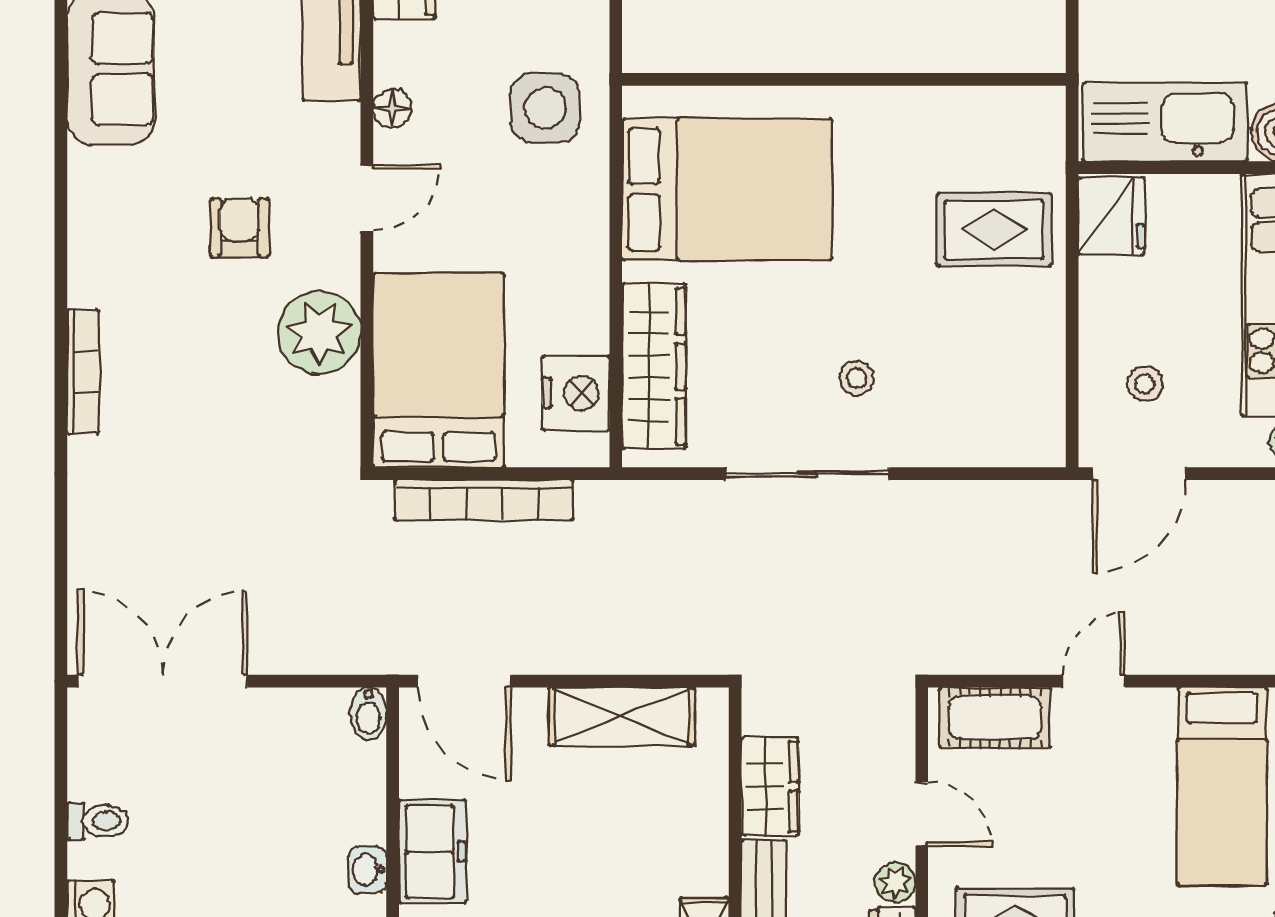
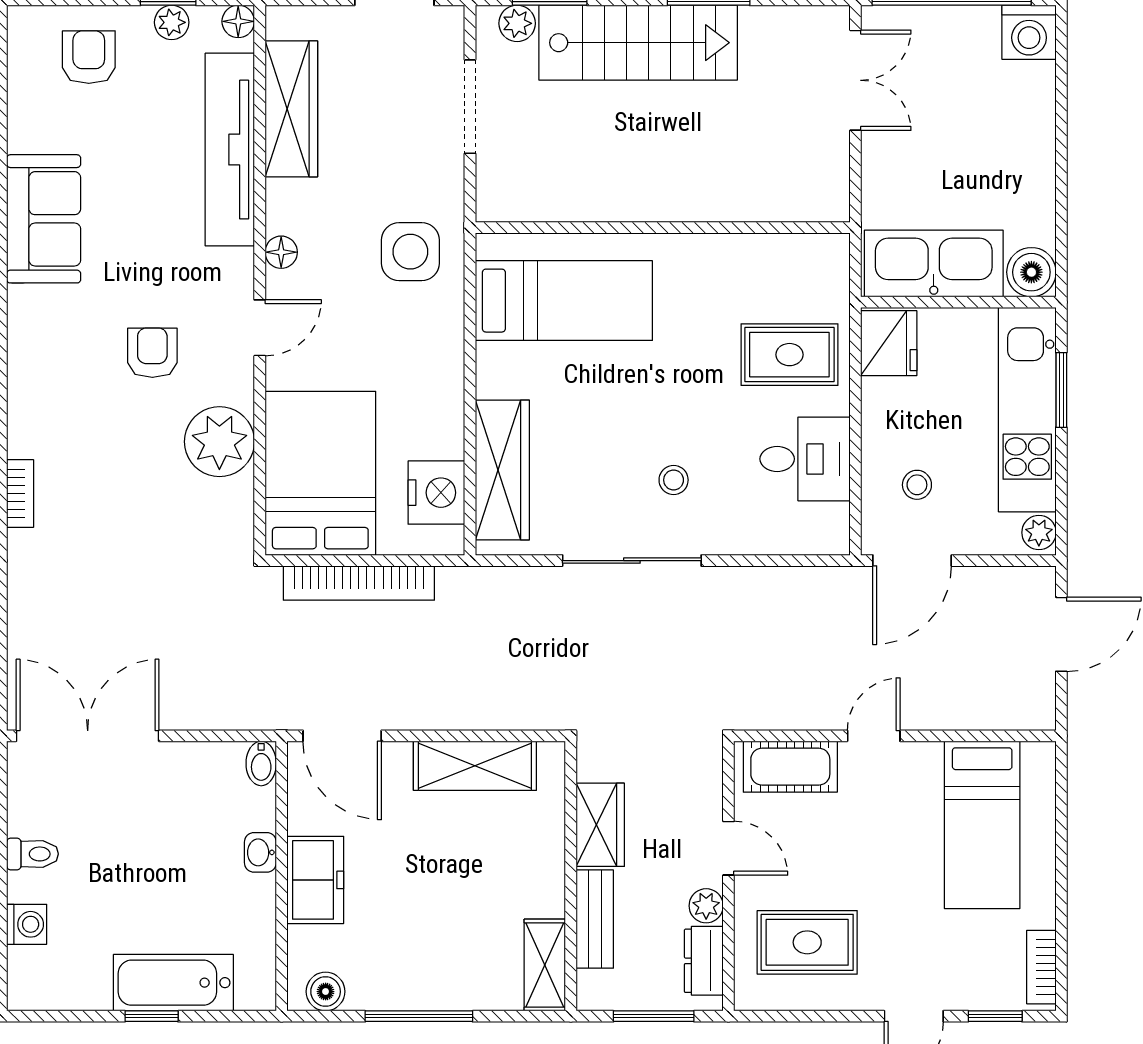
bed: (727, 189) -> (564, 301), width x0.67
desk: (1013, 353) -> (805, 459), added
bookcase: (83, 372) -> (20, 493), width x0.64
washbasin: (368, 870) -> (260, 852), moved

